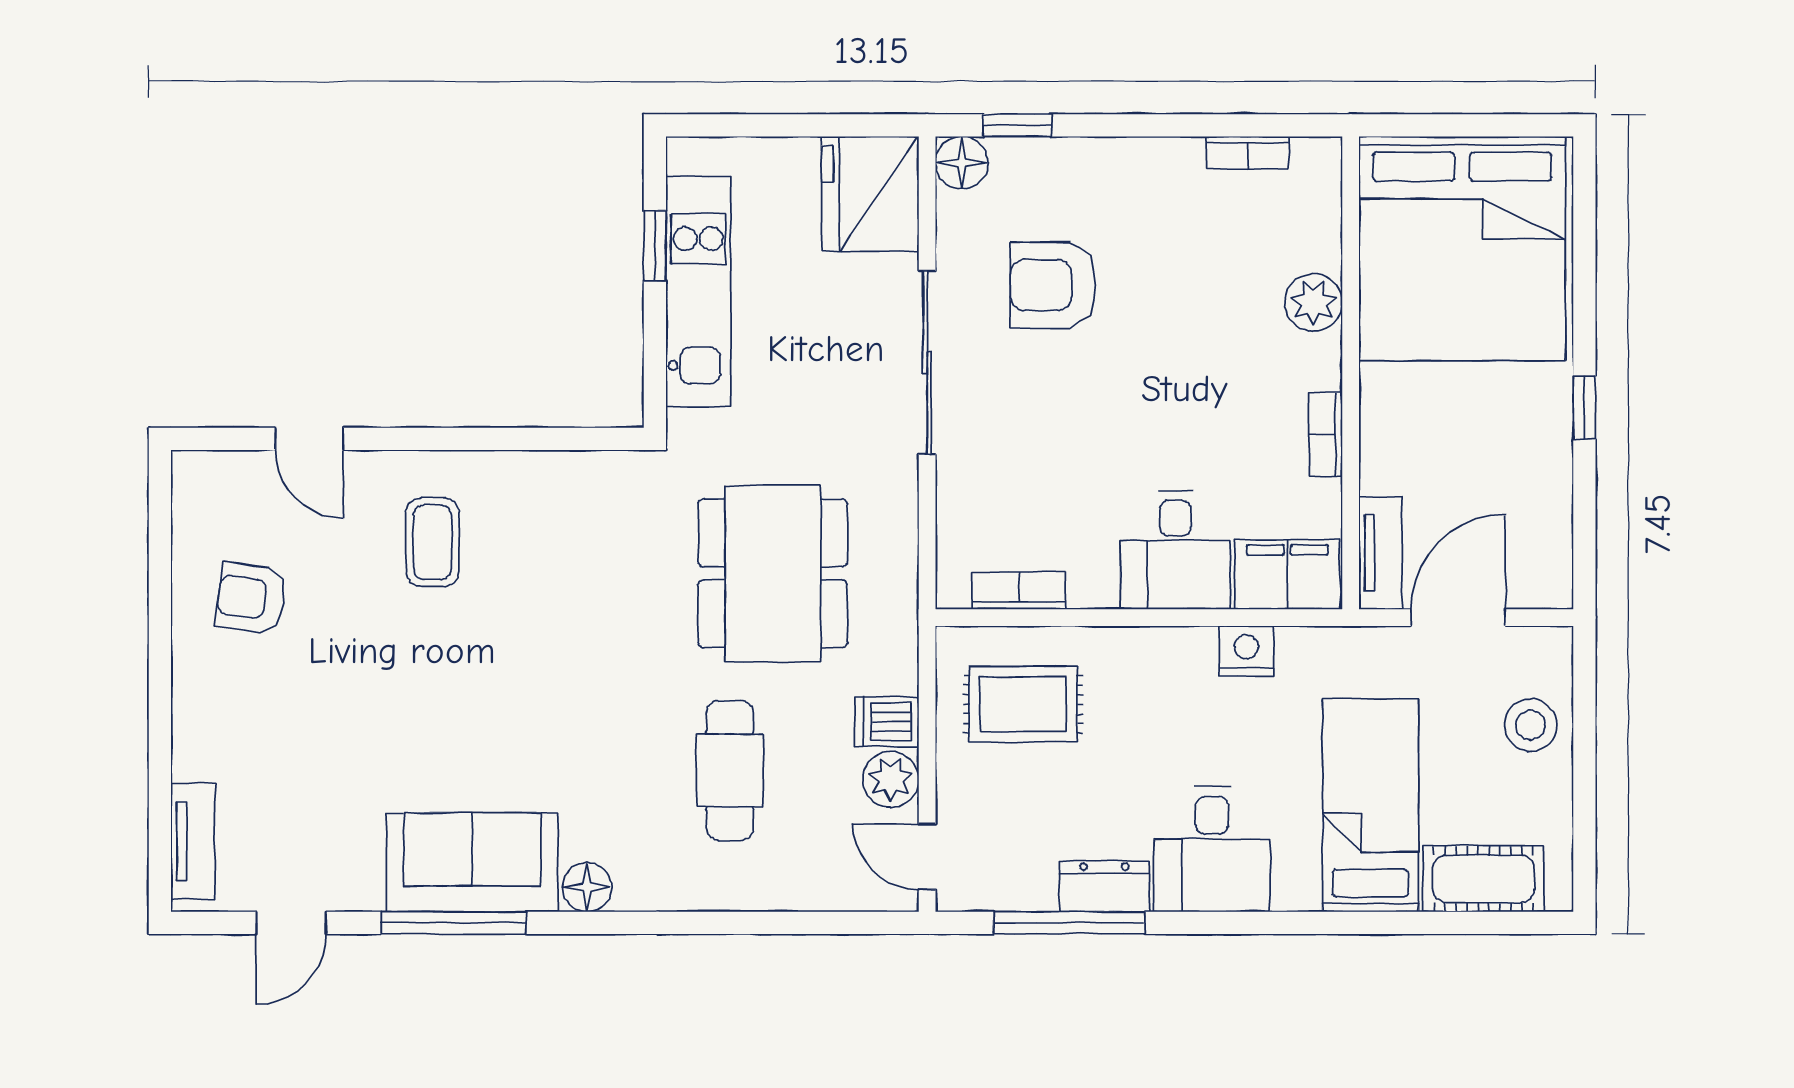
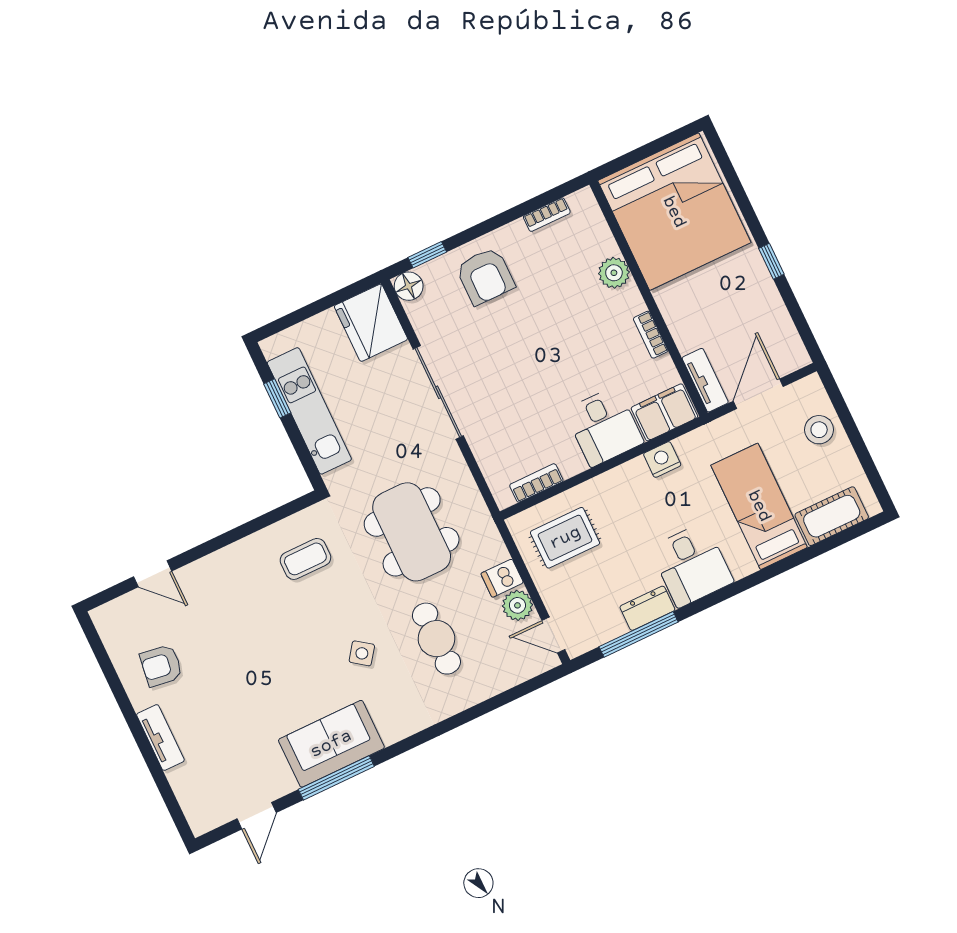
armchair: (1053, 285) -> (485, 276), moved, turned -90
coffee table: (432, 542) -> (305, 559), moved, turned 90
side table: (594, 736) -> (362, 653), added
tv unit: (193, 841) -> (160, 738), moved
floor lamp: (587, 887) -> (394, 729), removed

